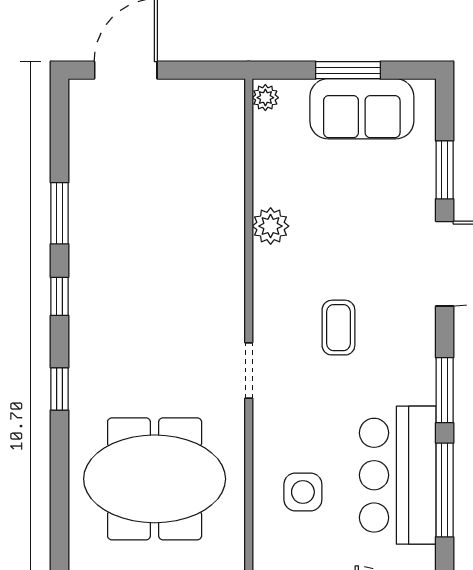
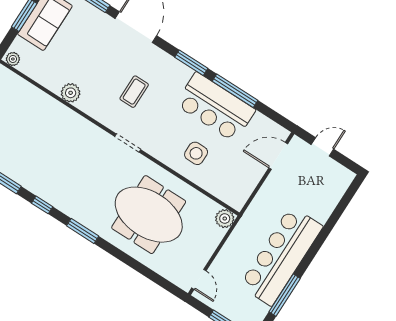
coffee table: (338, 328) -> (134, 92), turned 90
window: (59, 389) -> (83, 231), width x1.50
meeting table: (155, 479) -> (149, 215), turned 90

